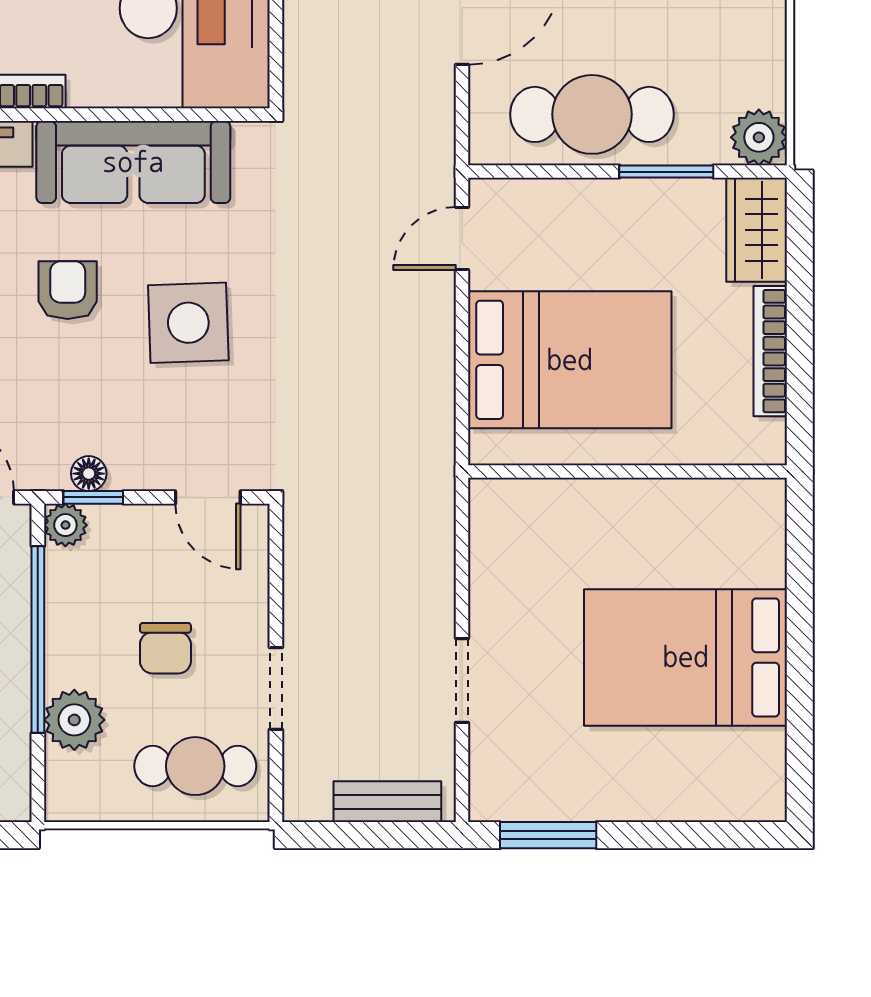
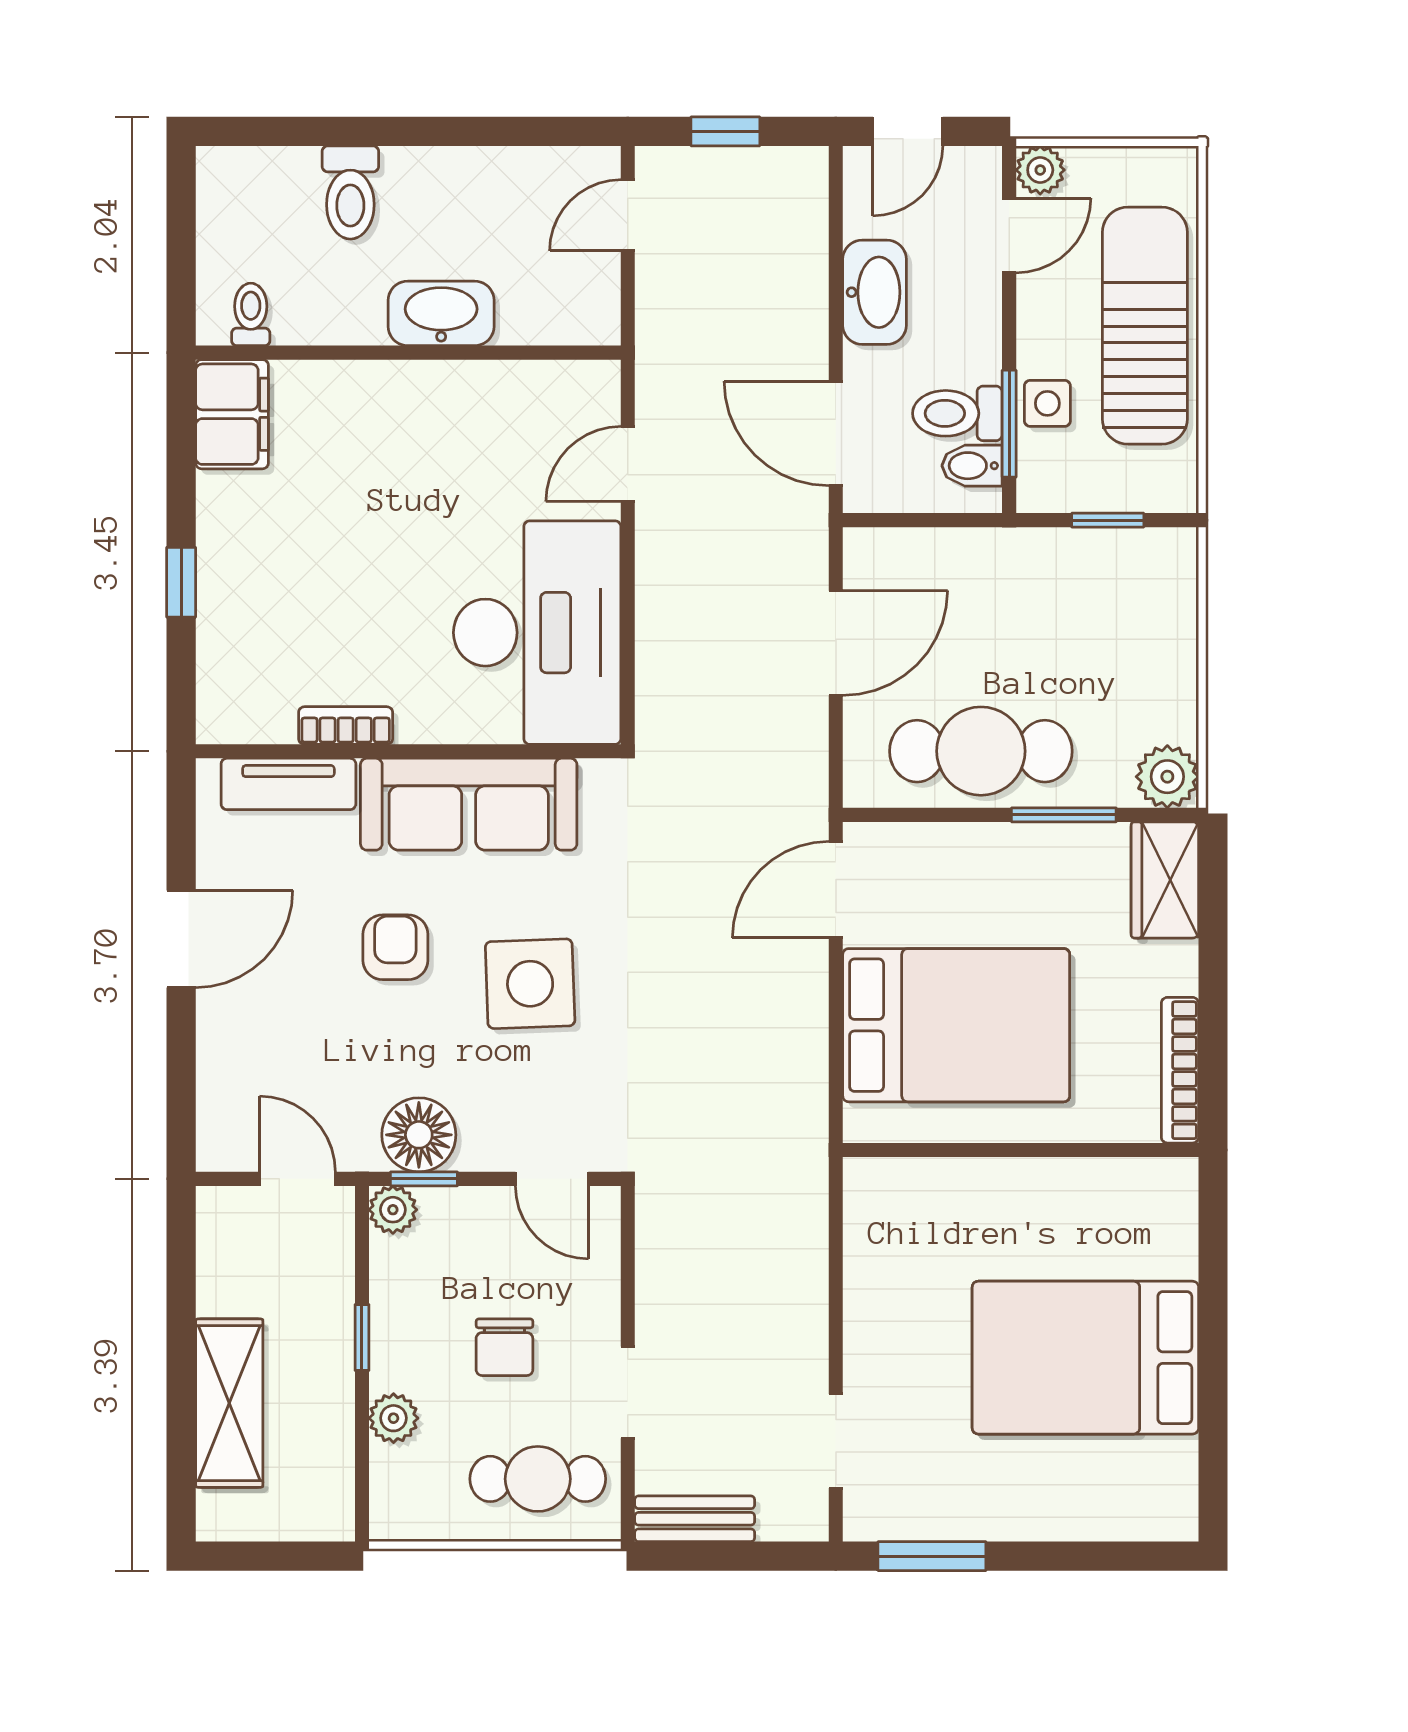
door: (462, 238) -> (836, 890), width x1.37
bookcase: (770, 351) -> (1180, 1070), moved
floor lamp: (89, 474) -> (419, 1135), width x1.89, depth x1.89
window: (38, 639) -> (362, 1338), width x0.32
doorway: (462, 681) -> (836, 1441), moved
plant: (74, 720) -> (393, 1418), width x0.73, depth x0.73
bench: (387, 802) -> (695, 1519), moved

